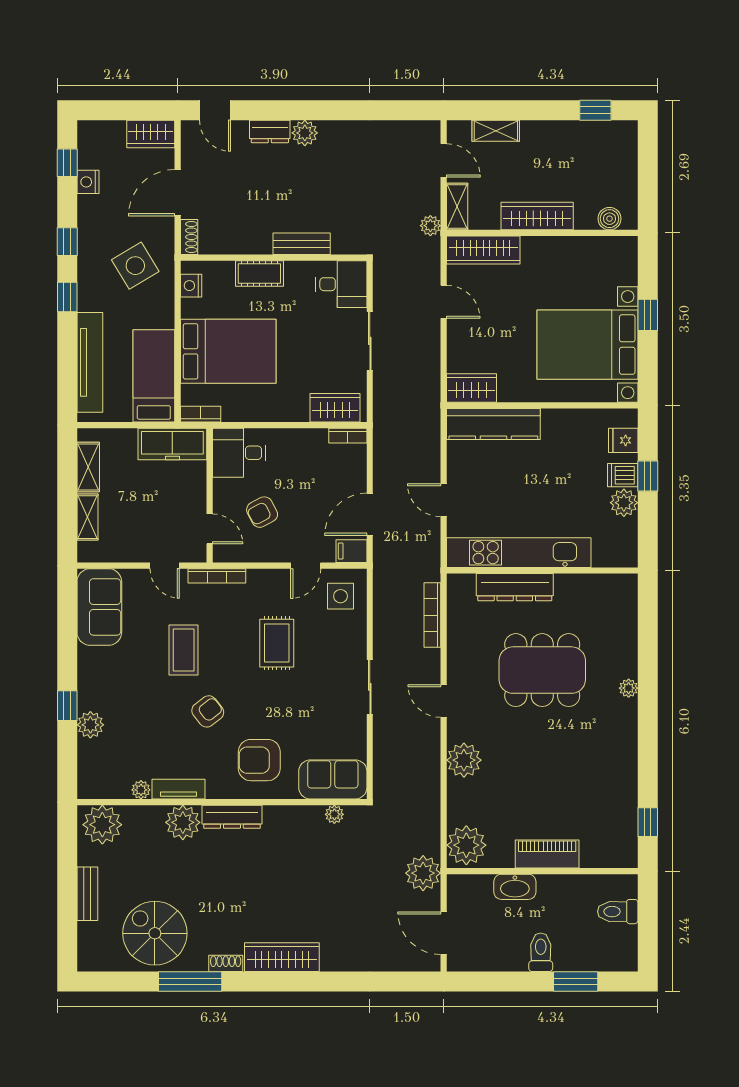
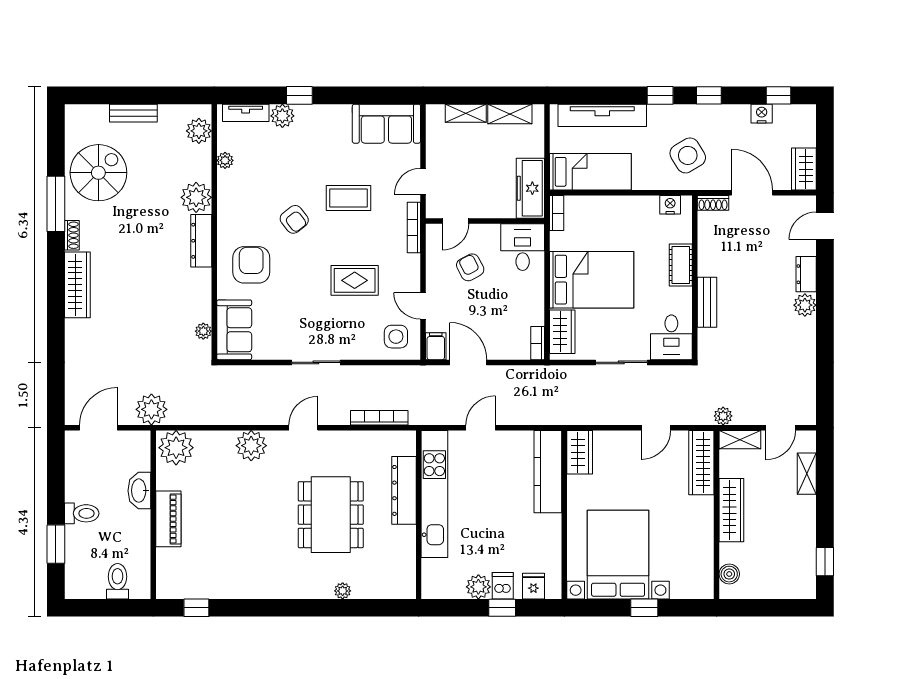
bed: (228, 351) -> (592, 280), moved, turned -90
plant: (629, 688) -> (343, 591), moved
tv unit: (178, 789) -> (246, 113), moved, turned 90
plant: (102, 825) -> (199, 131), width x0.73, depth x0.73

